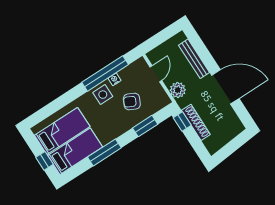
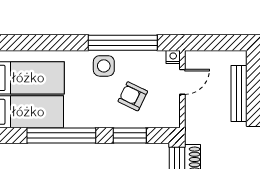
nightstand: (115, 79) -> (173, 57), moved
plant: (178, 90) -> (196, 118), removed
window: (104, 152) -> (61, 136), width x1.46

